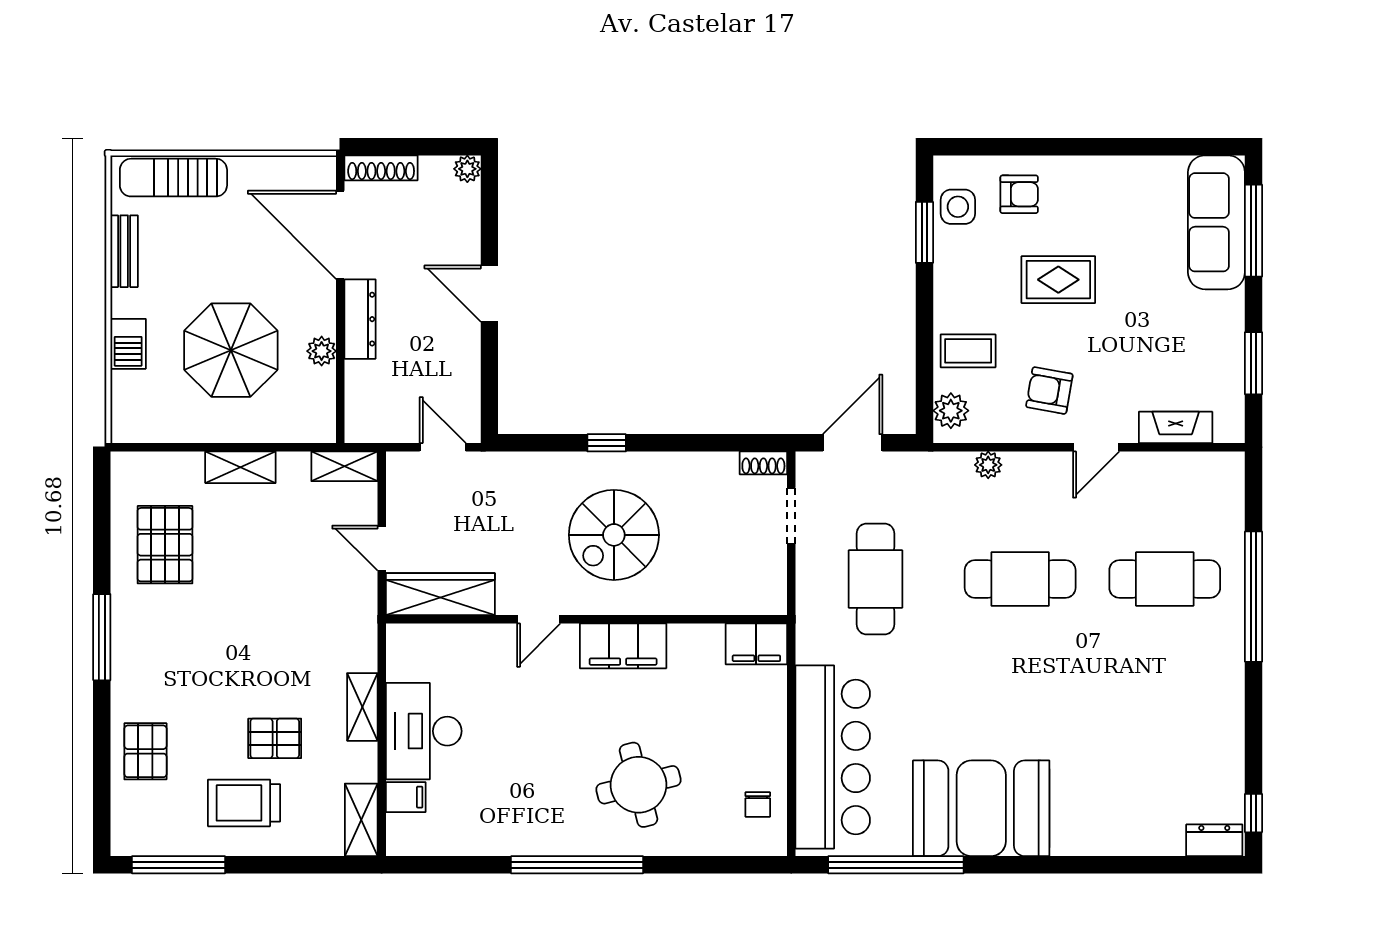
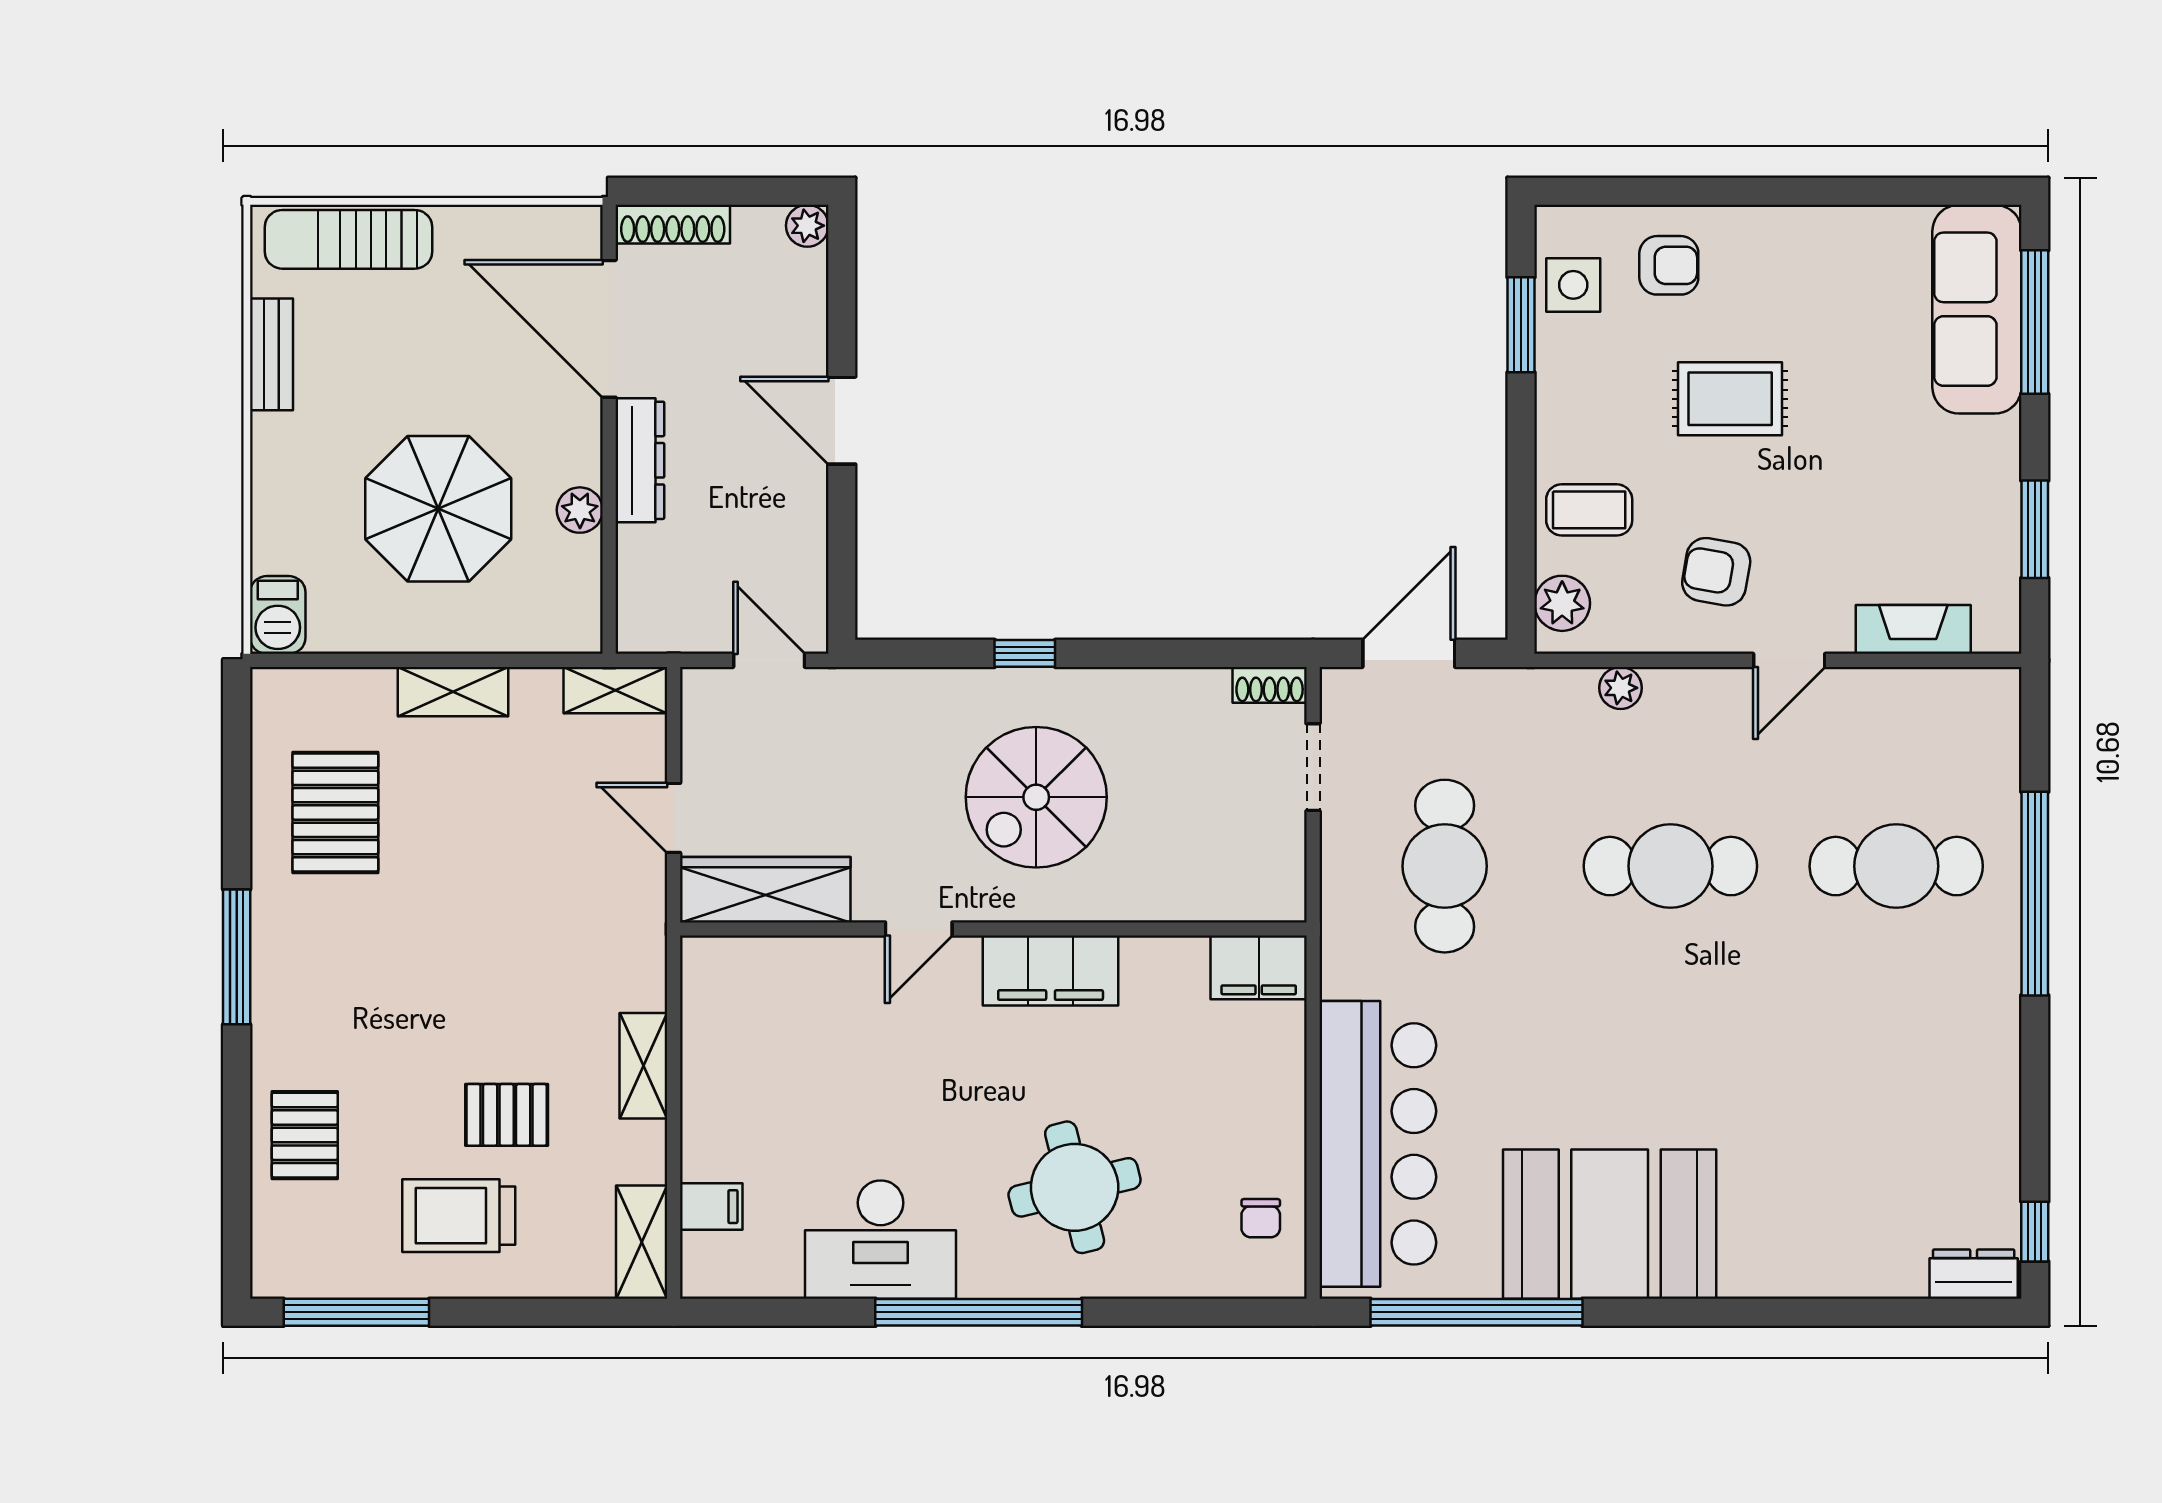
barbecue: (128, 344) -> (278, 615), moved
desk: (424, 731) -> (881, 1240), moved, turned -90

